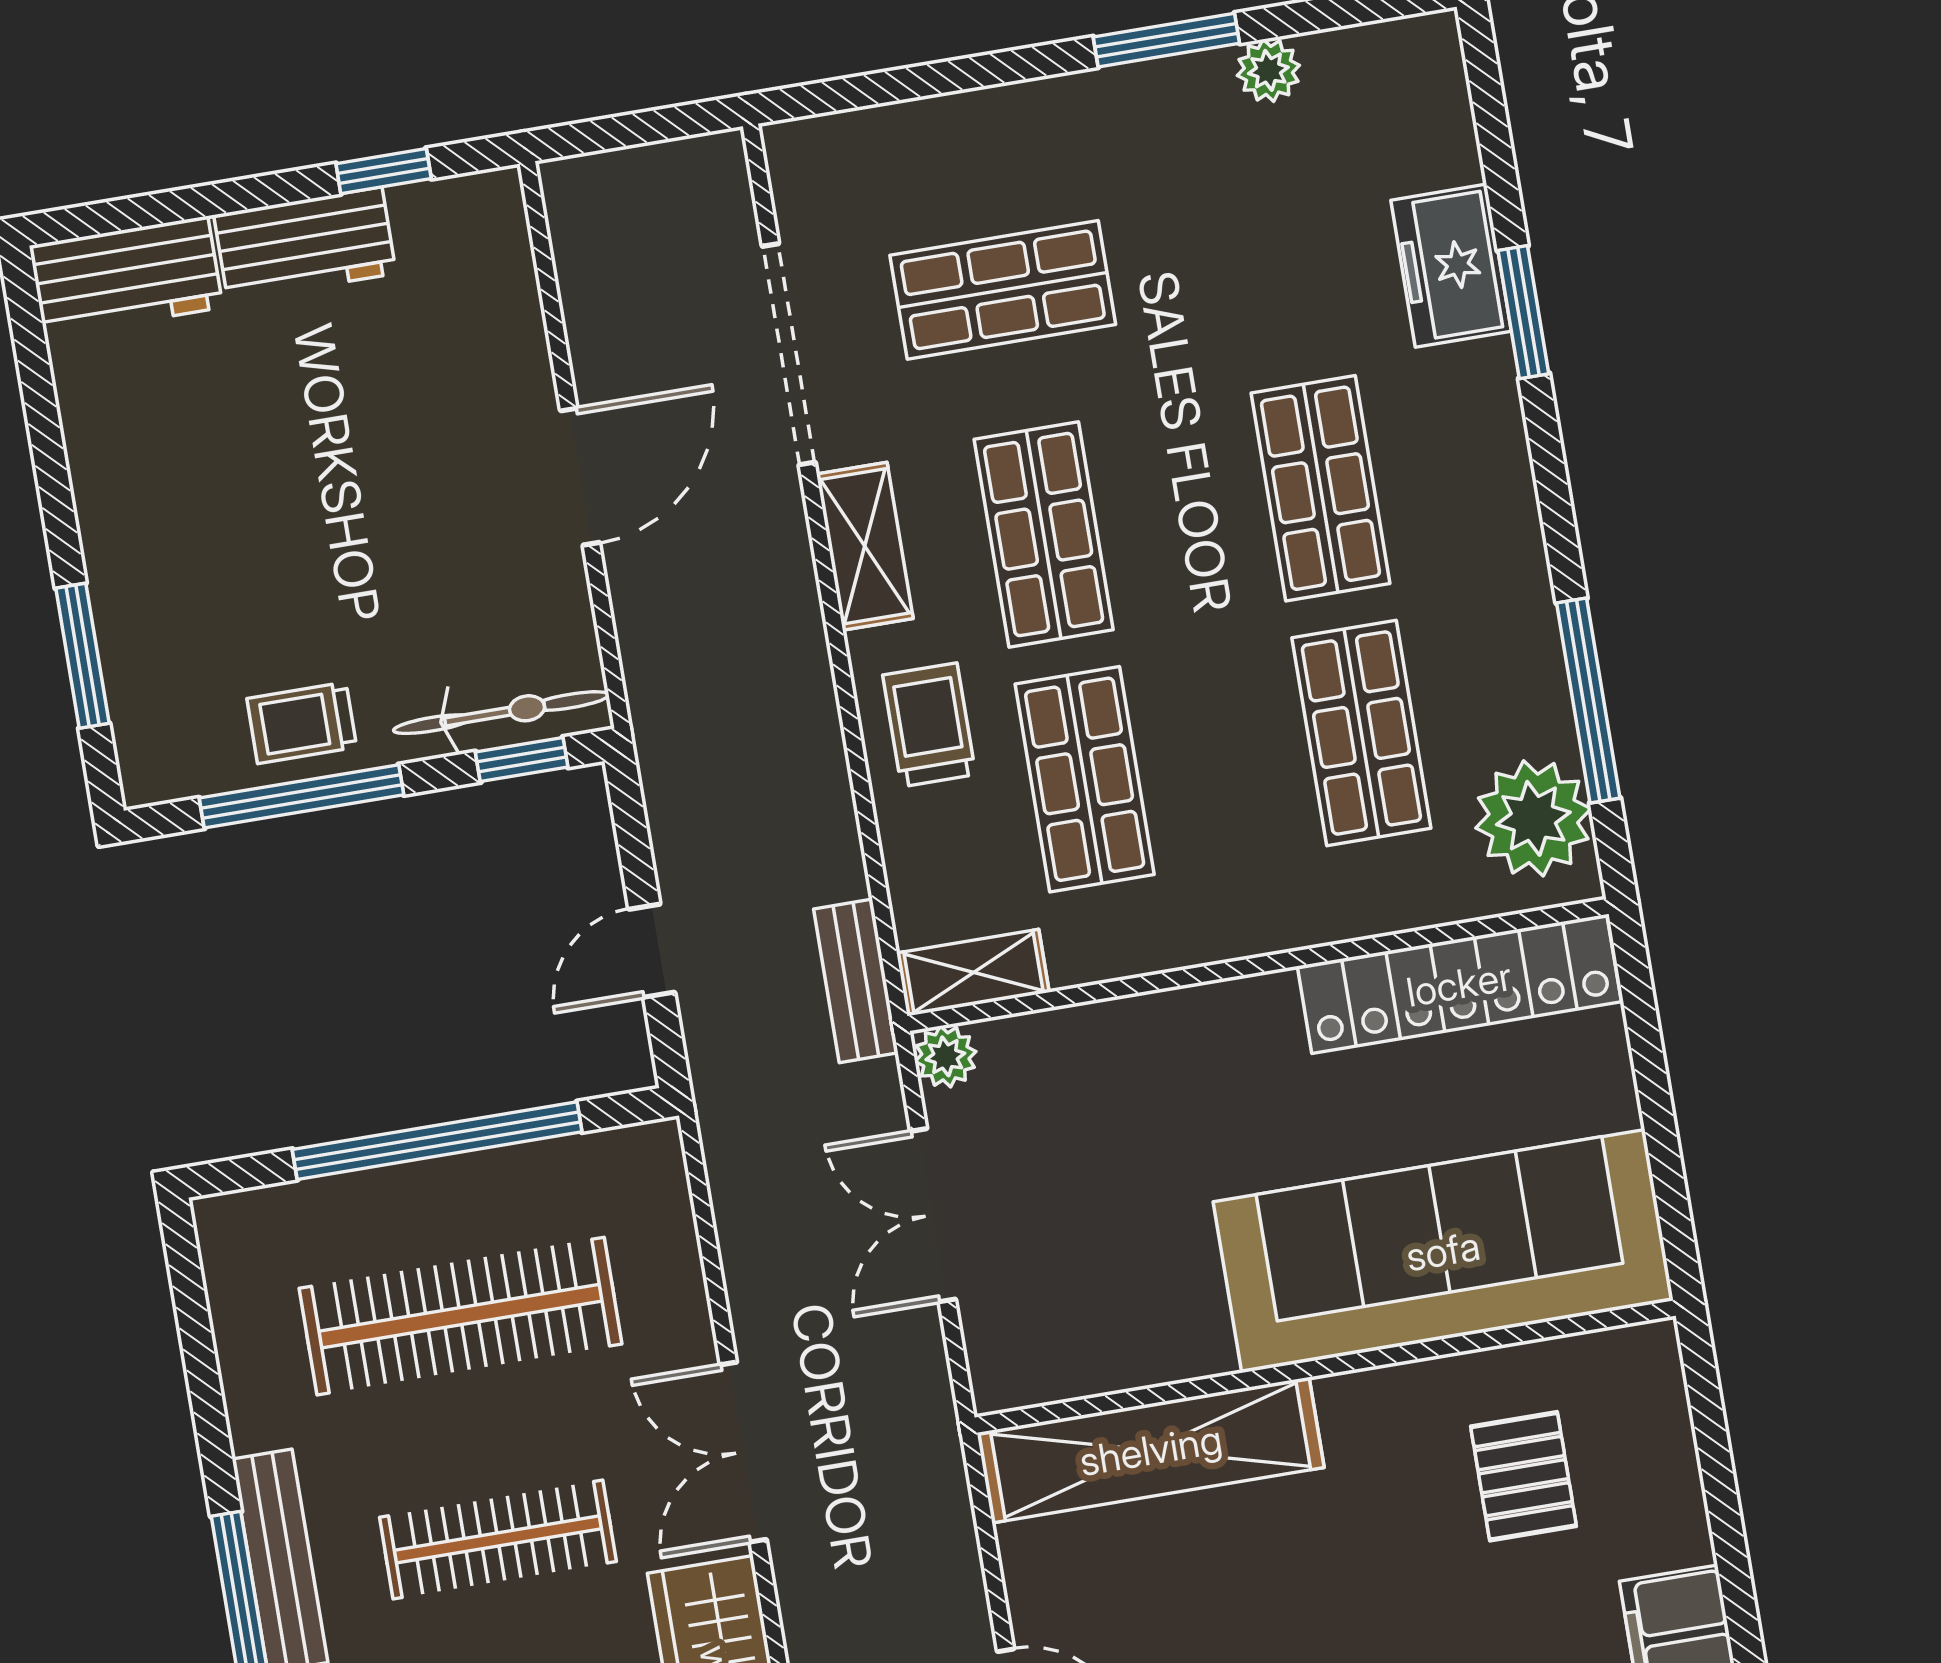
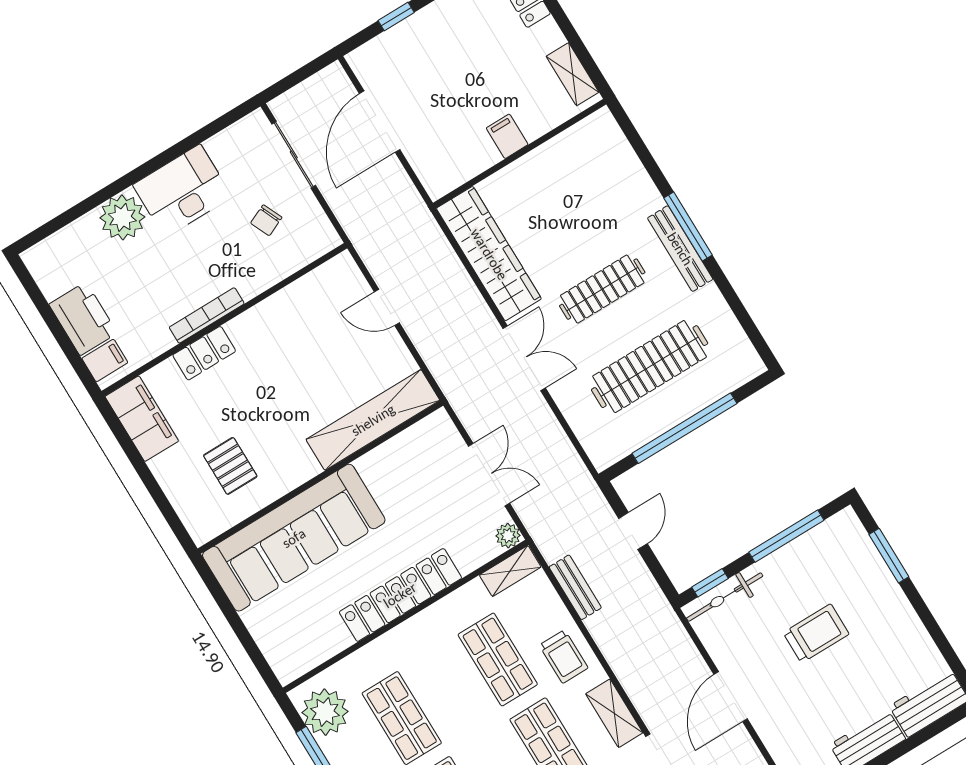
trolley: (302, 723) -> (816, 633), moved, width x1.36, depth x1.39
bench: (856, 981) -> (575, 587), moved
locker: (1459, 984) -> (400, 595), moved

